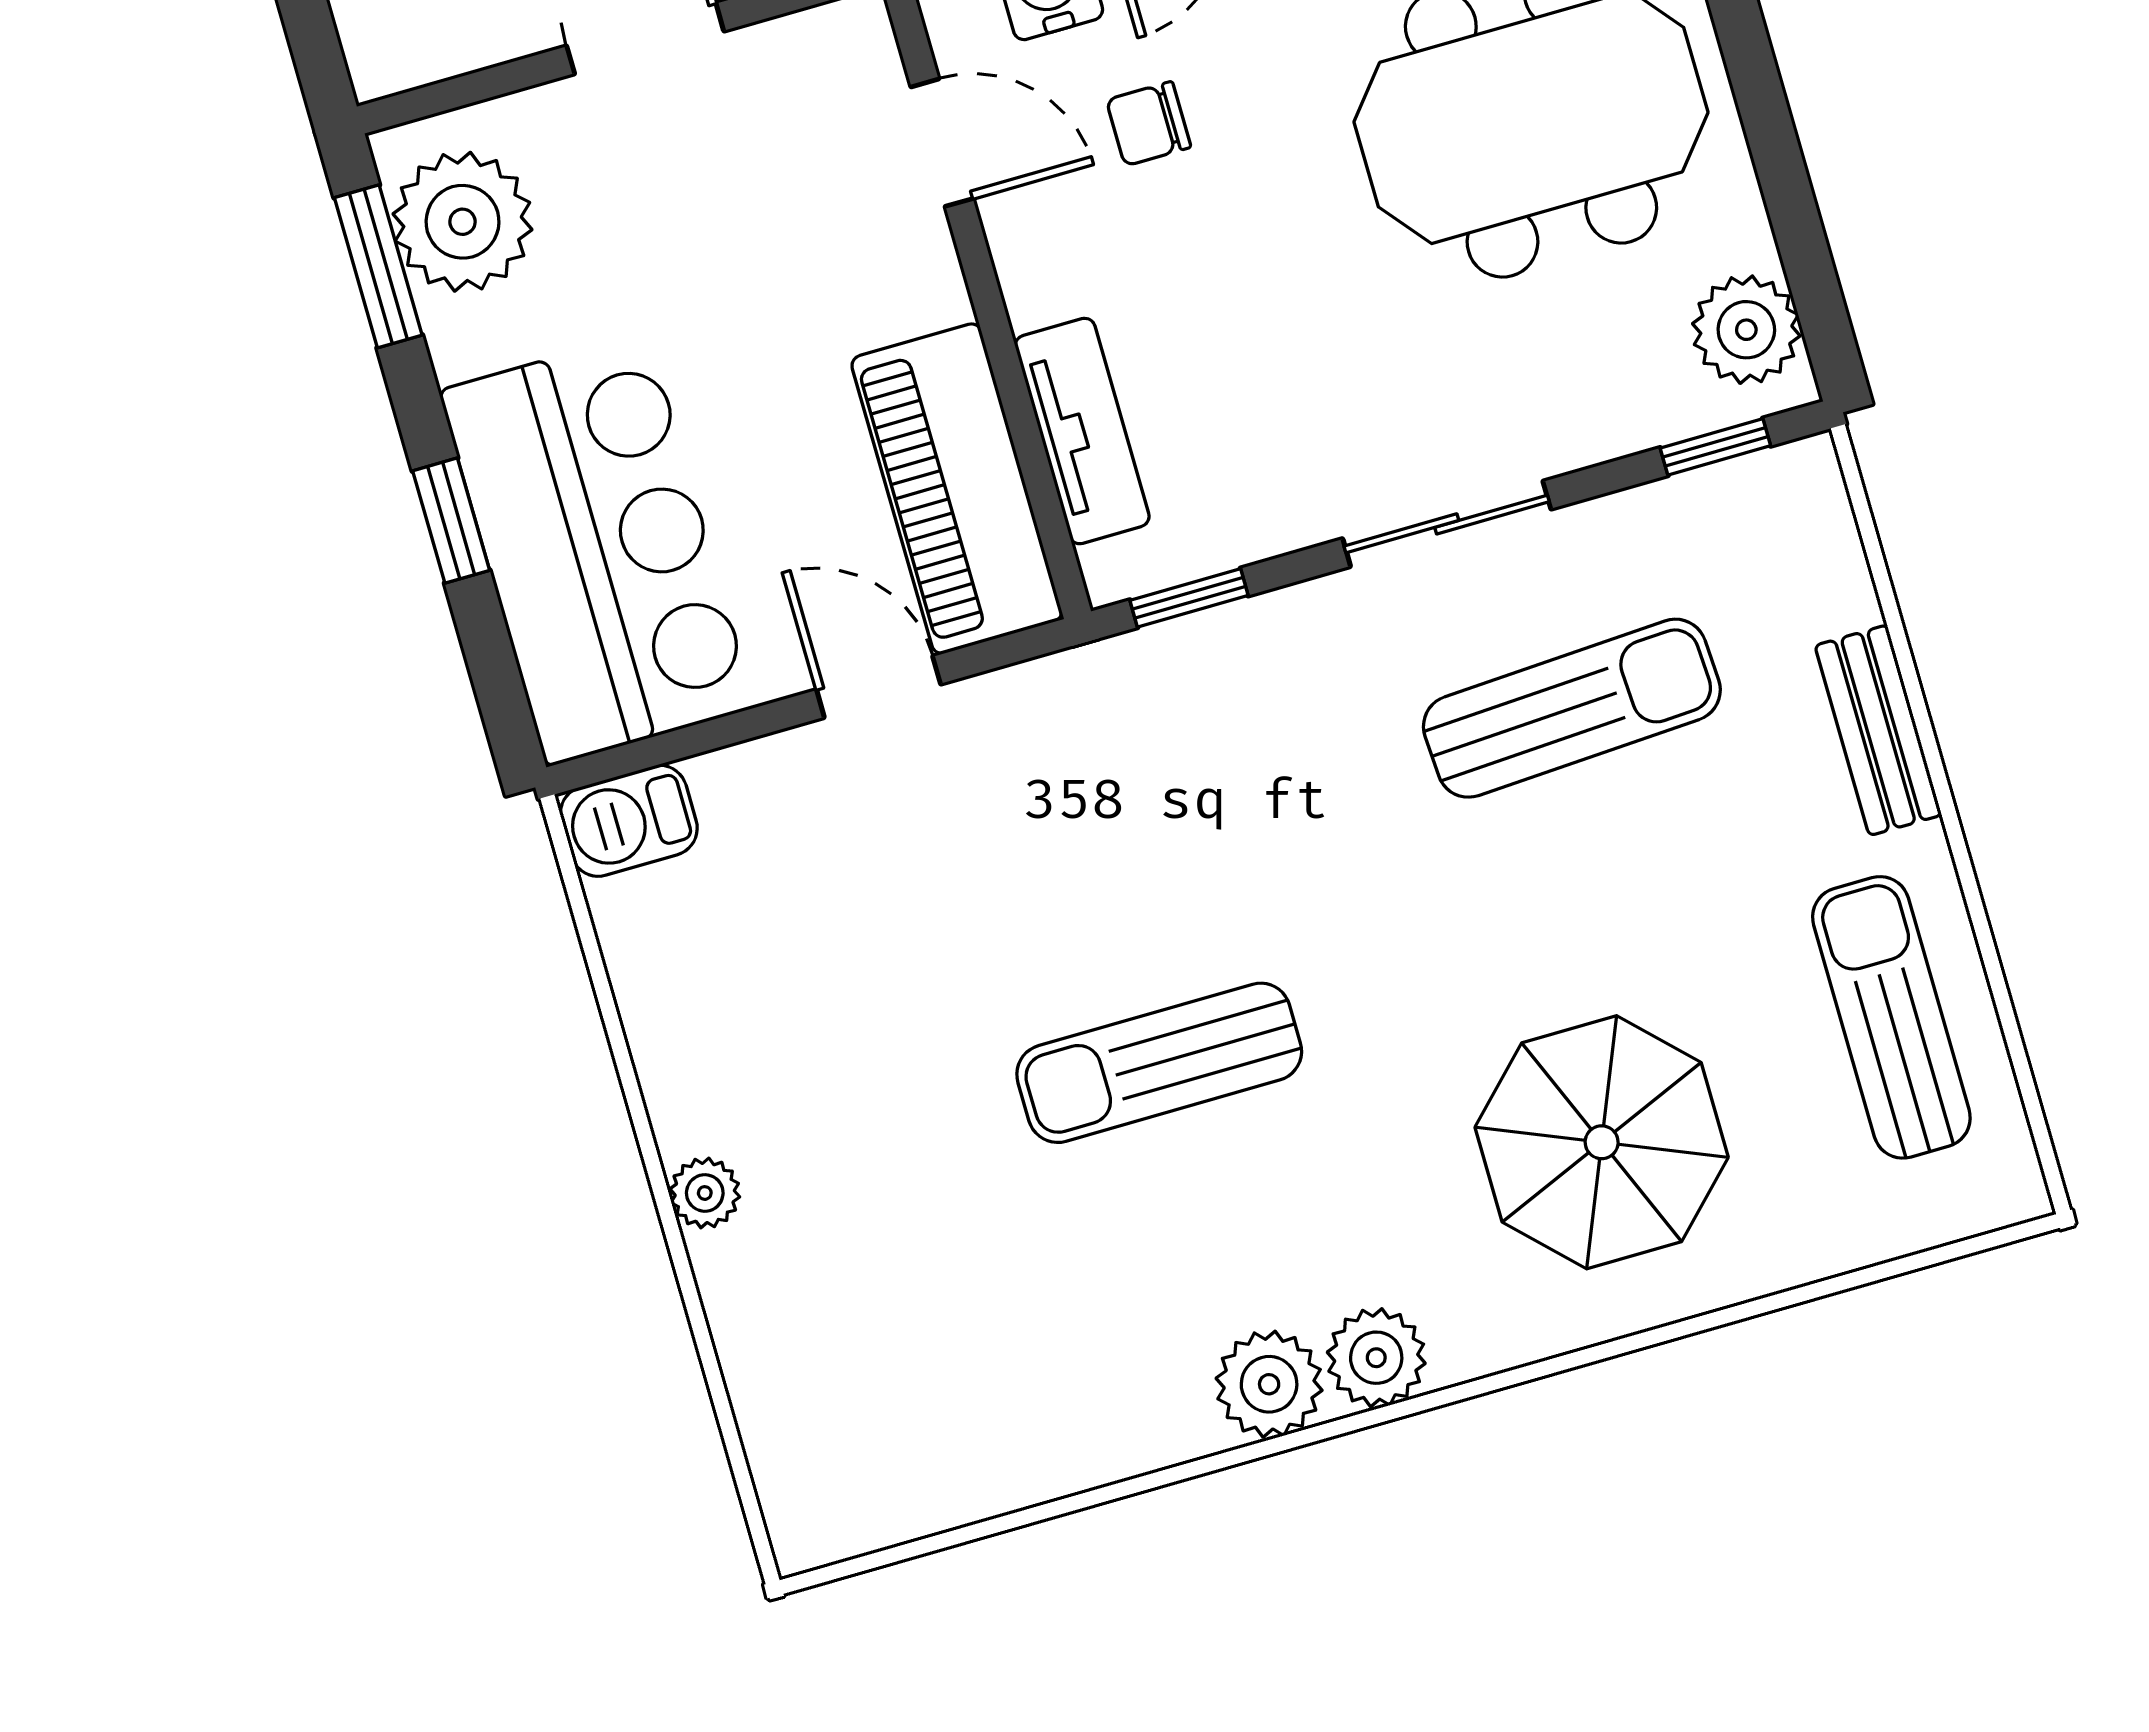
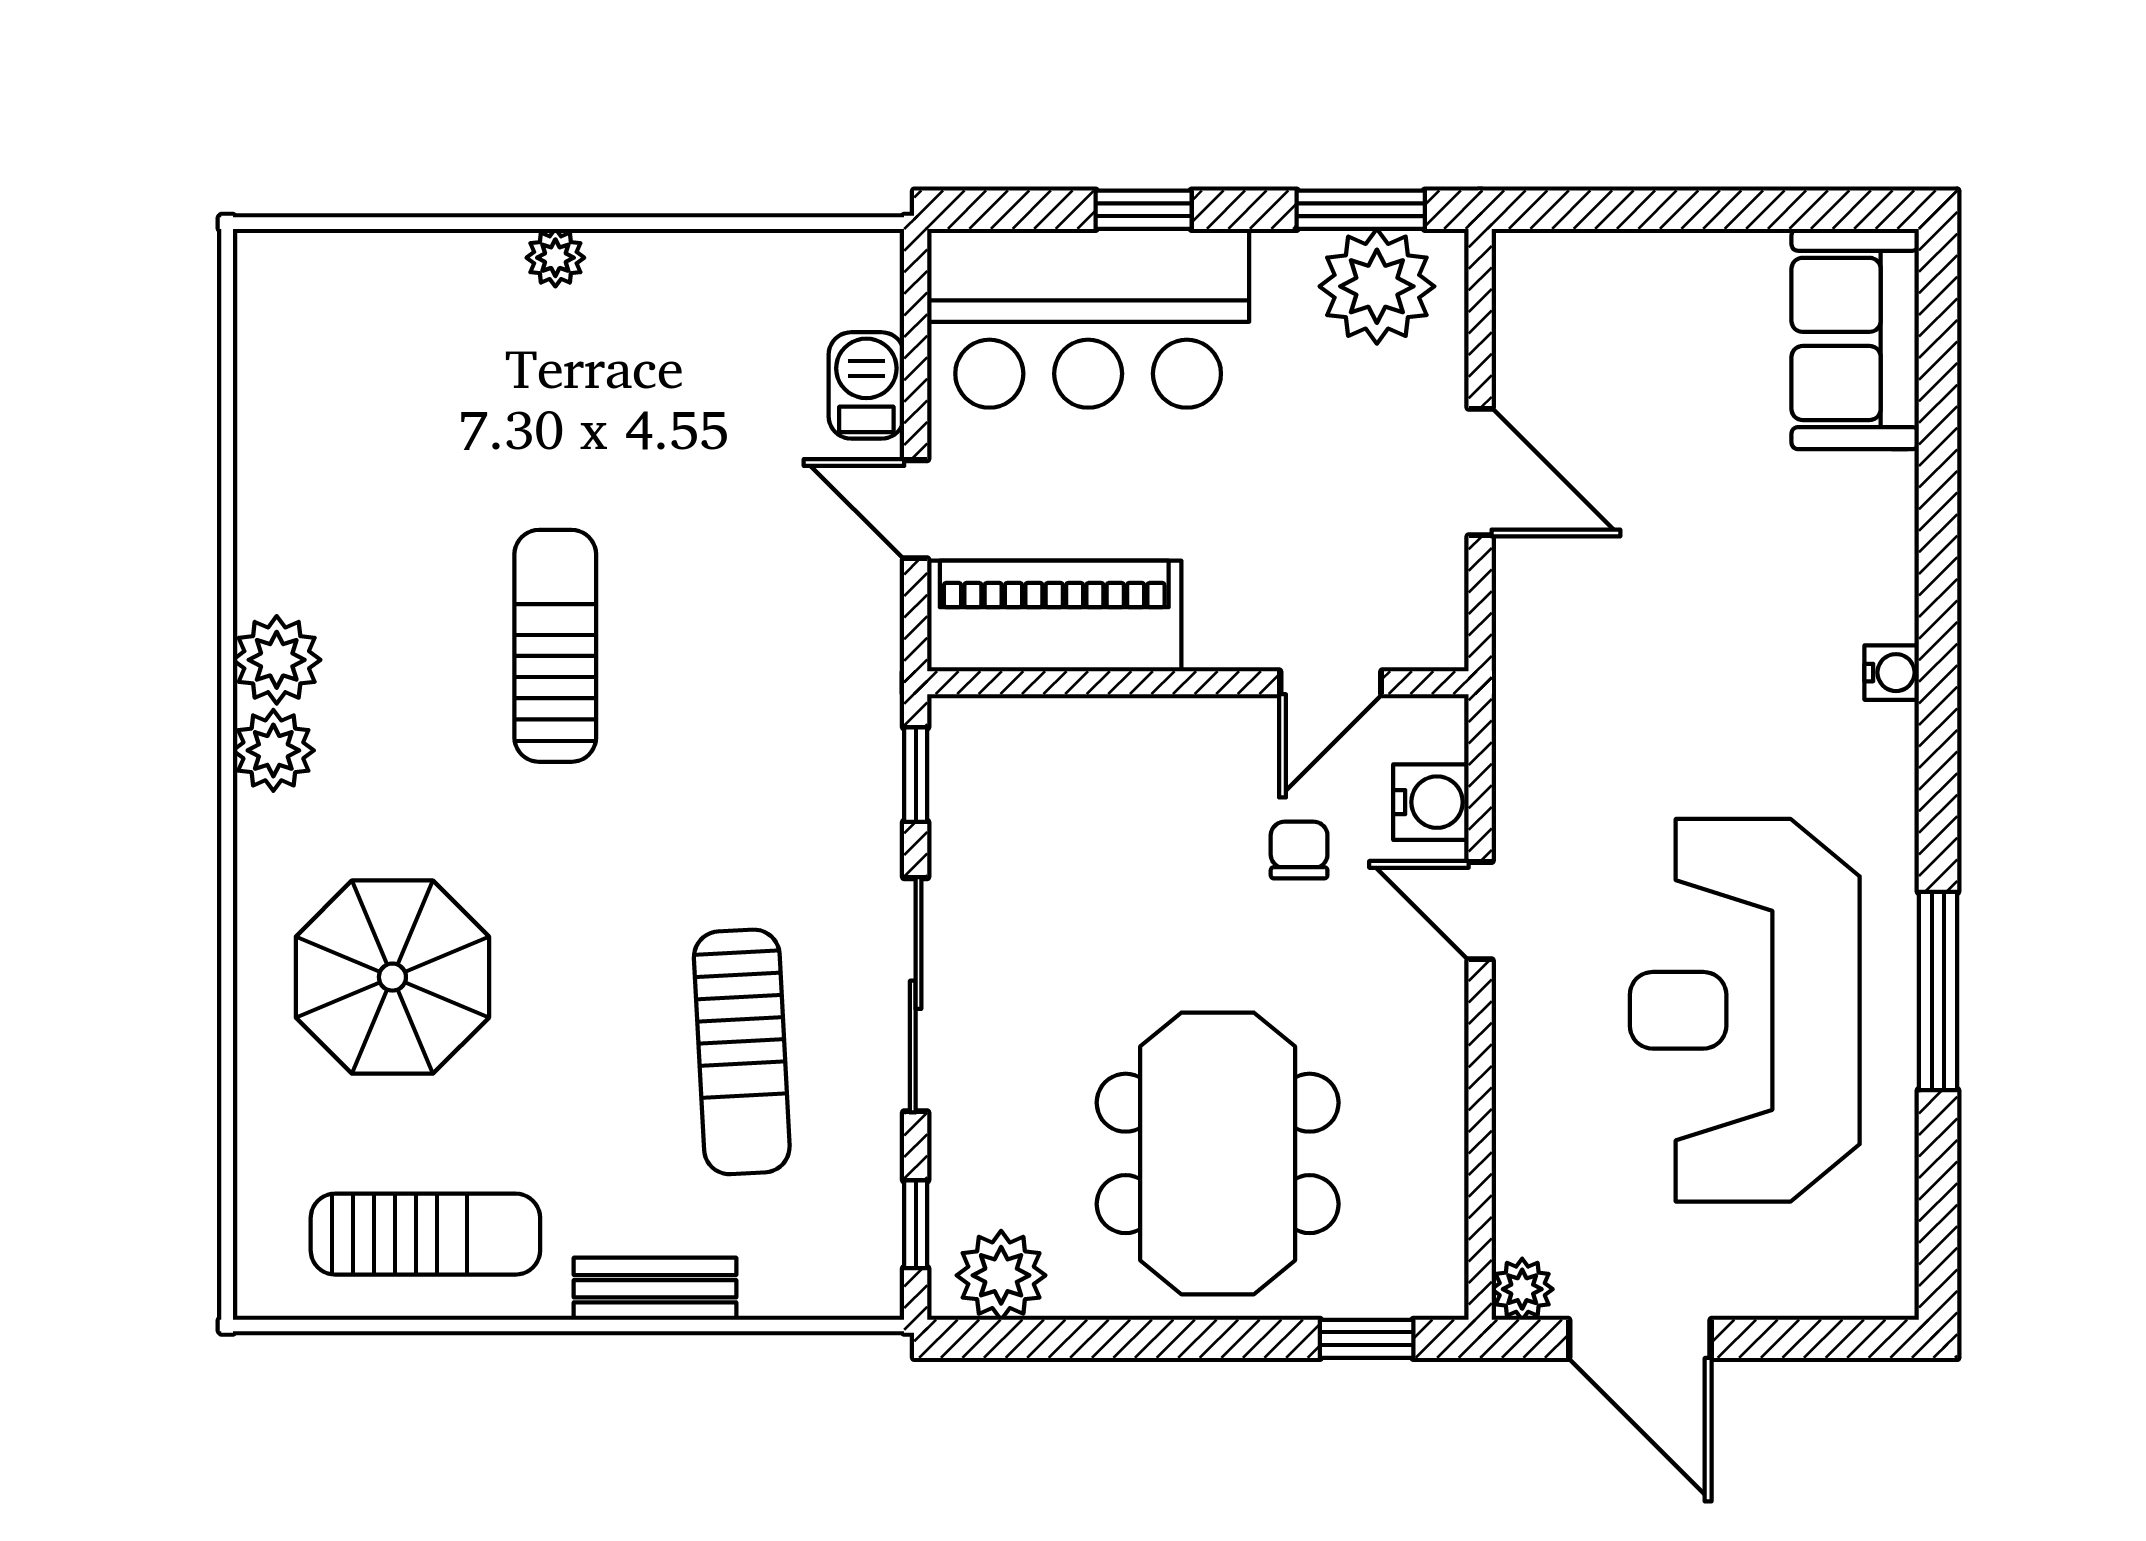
tv unit: (1082, 431) -> (1071, 728), removed
sliding door: (1447, 524) -> (916, 995), width x1.37
door: (878, 687) -> (916, 509), swing flipped
barbecue: (629, 821) -> (866, 385), moved

